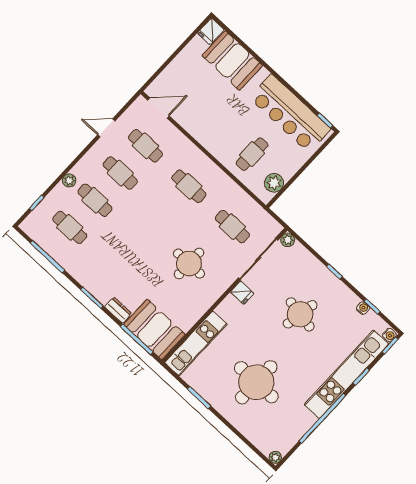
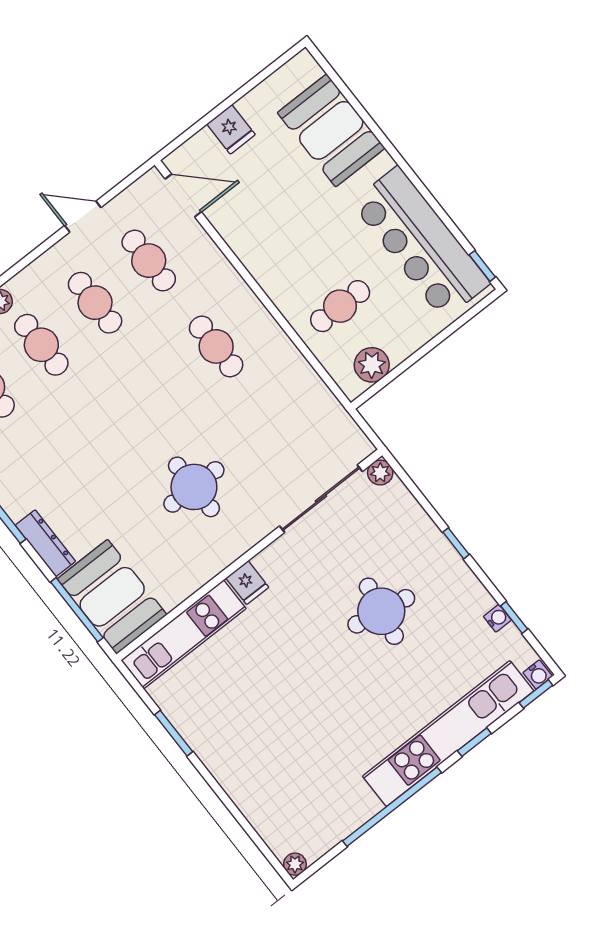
fridge: (211, 31) -> (231, 129), moved, turned -90
cafe table: (232, 227) -> (283, 432), removed
fridge: (242, 293) -> (247, 583), moved
dresser: (118, 310) -> (45, 543), width x1.44
round table: (256, 382) -> (282, 722), removed

